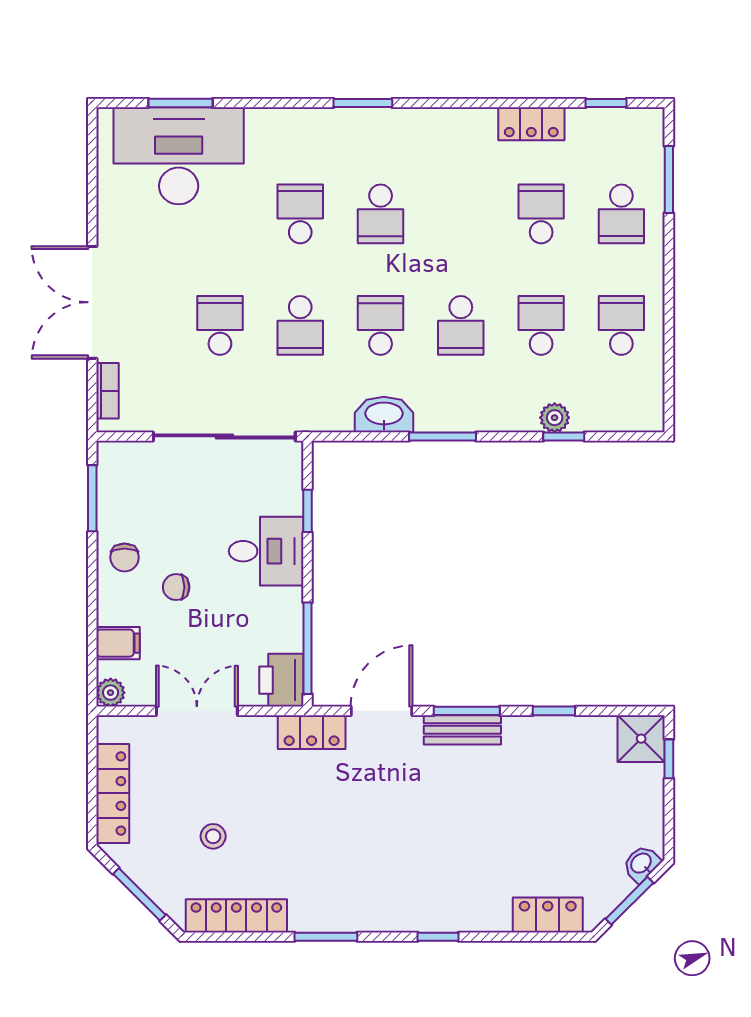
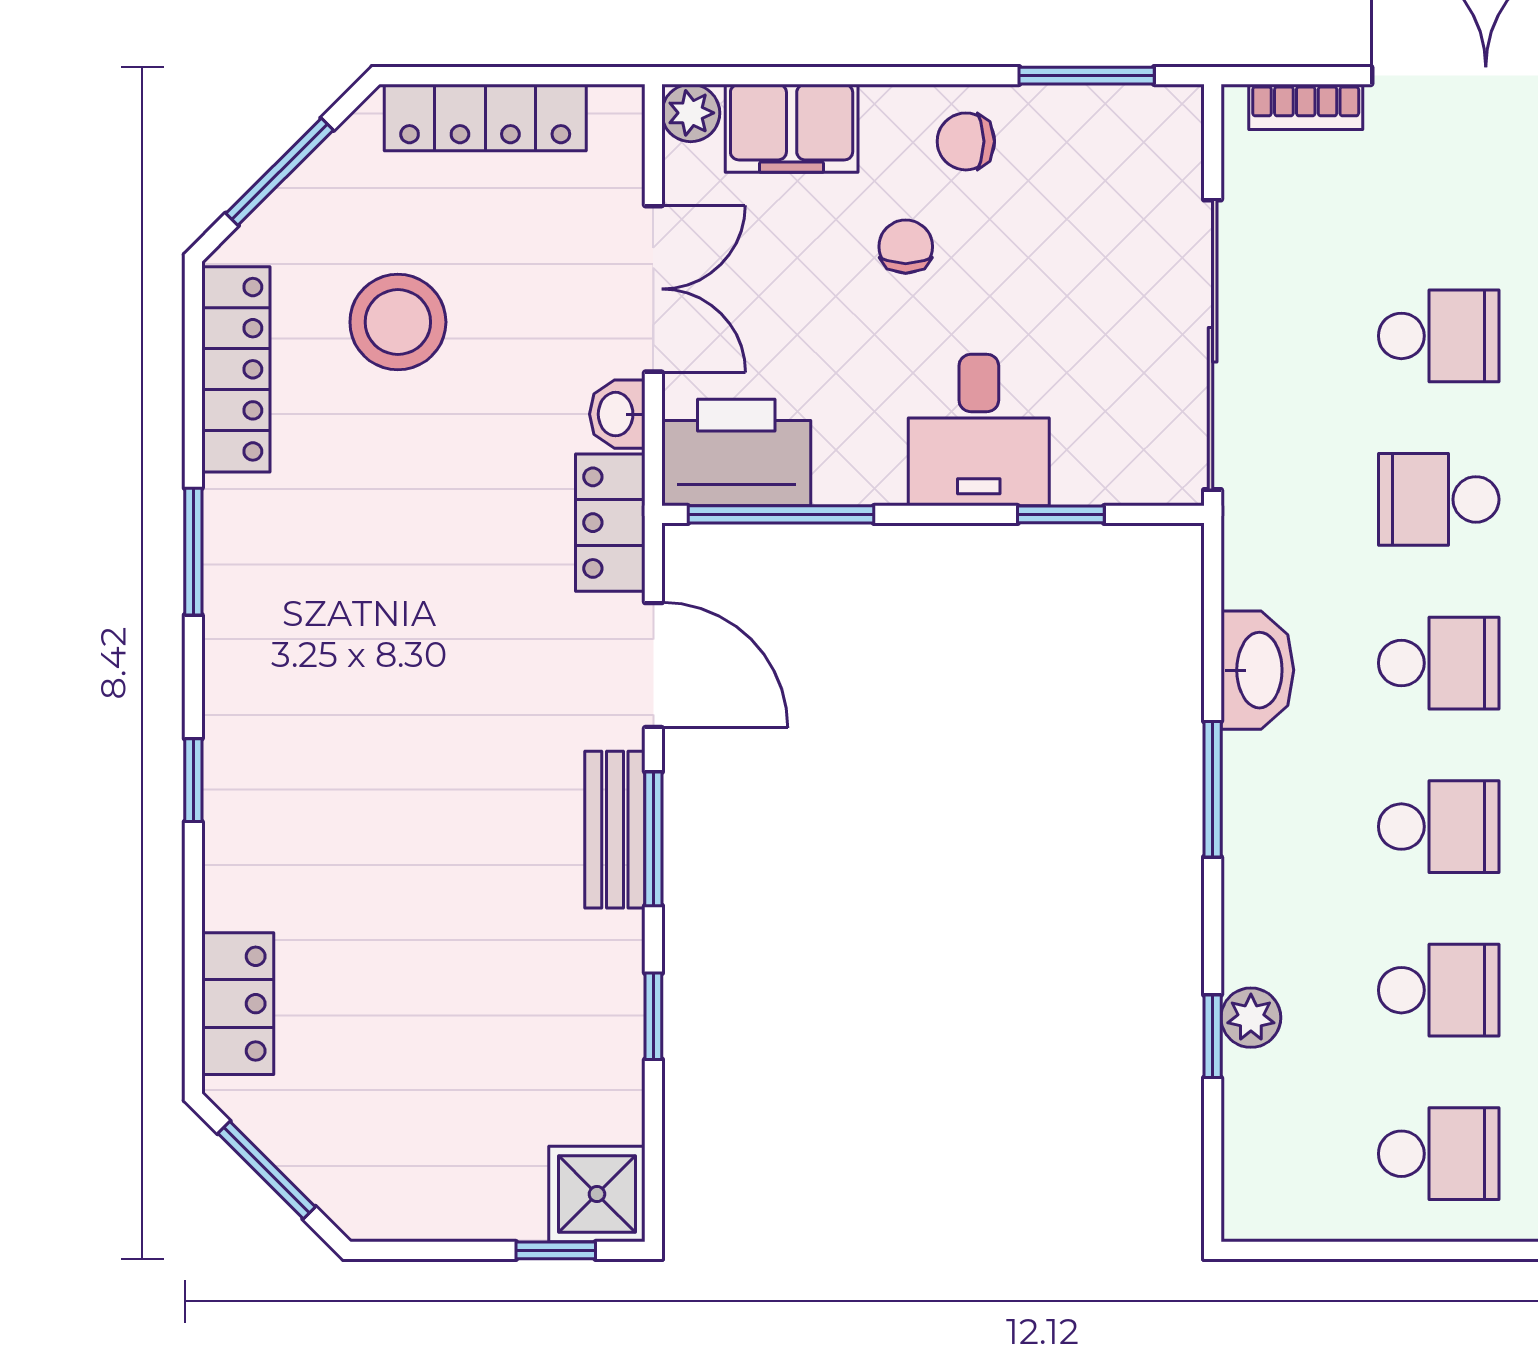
school desk: (461, 325) -> (1439, 827), turned 180
filing cabinet: (118, 643) -> (792, 128), width x2.00
printer: (281, 680) -> (736, 453), width x1.37, depth x1.19
stool: (213, 836) -> (398, 322), width x1.89, depth x1.89
washbasin: (642, 864) -> (617, 414), moved, turned -135

